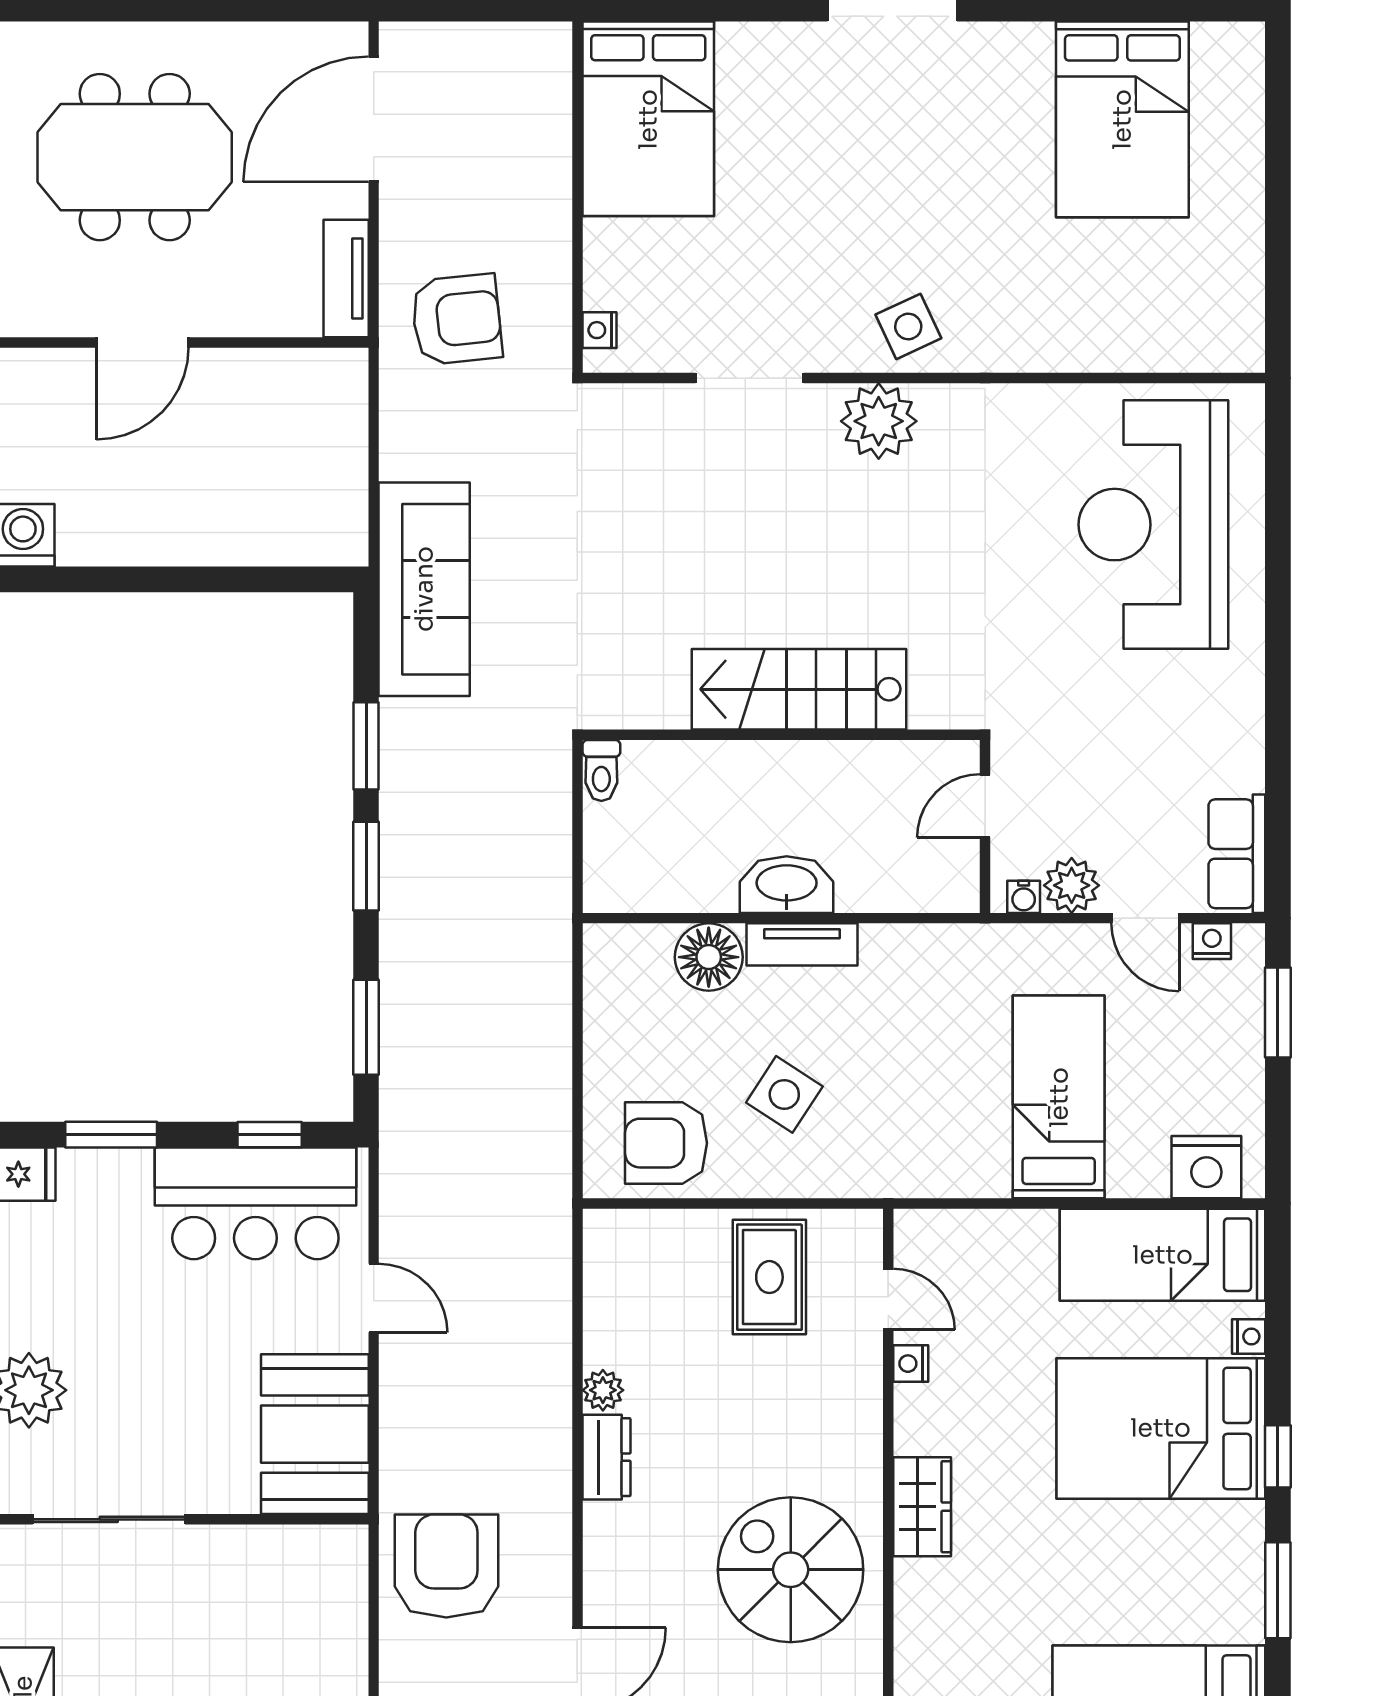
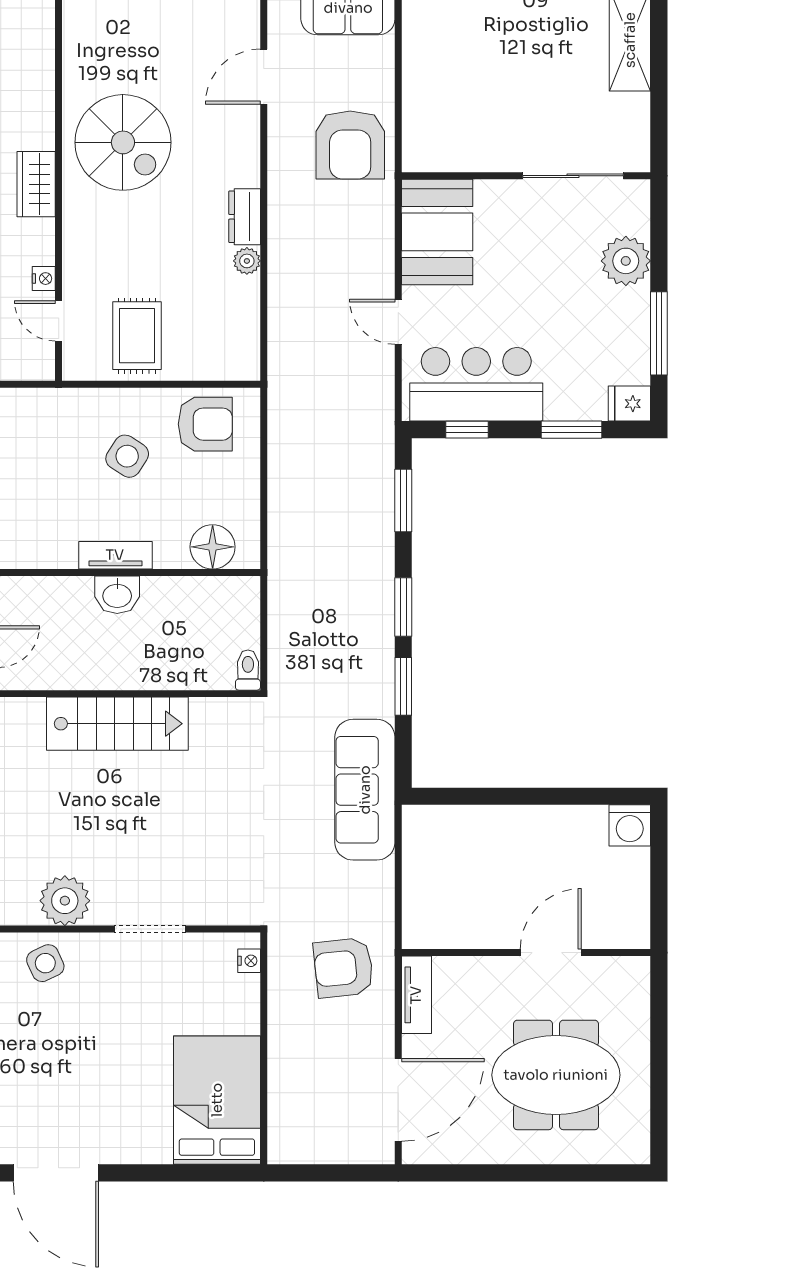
washbasin: (787, 885) -> (117, 595), width x0.72
floor lamp: (709, 957) -> (213, 547), moved

